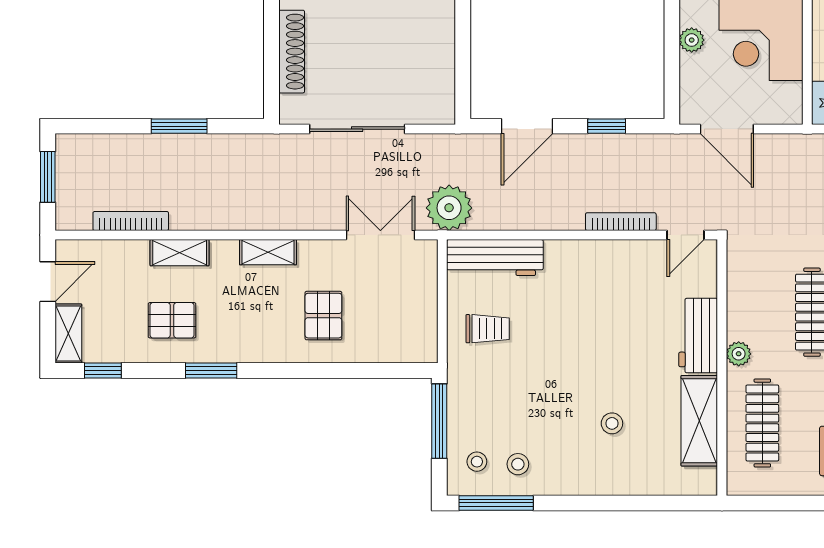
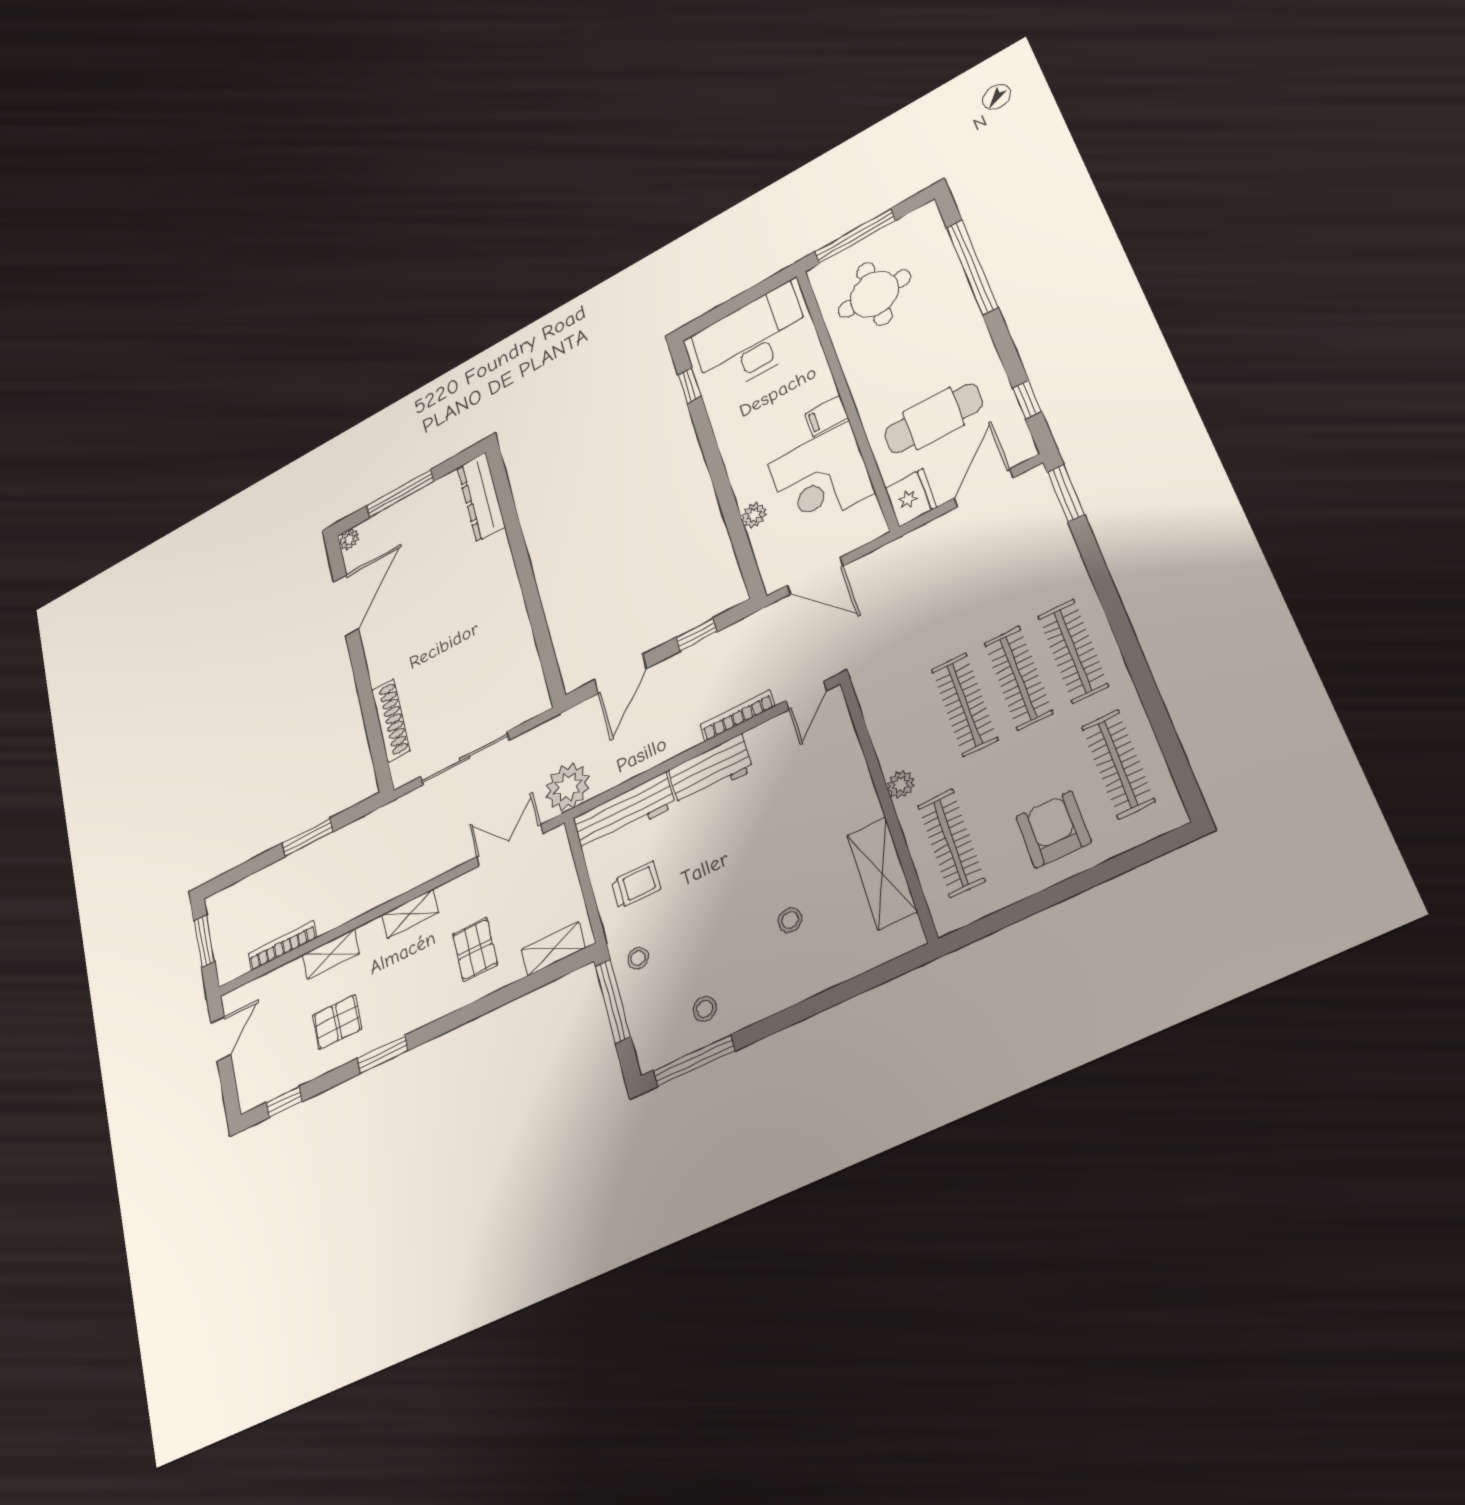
shelving: (68, 334) -> (553, 949), moved, turned 90
workbench: (698, 336) -> (710, 770), moved, turned -90
stool: (477, 462) -> (638, 958), moved

